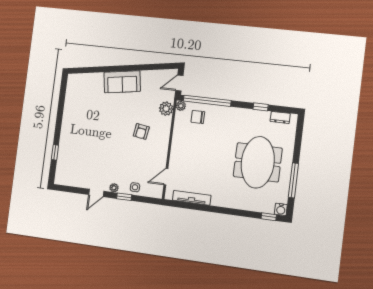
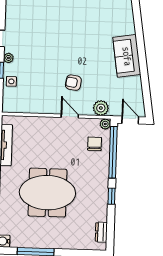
window: (261, 107) -> (112, 196), moved
meeting table: (258, 162) -> (47, 193), moved
door: (166, 177) -> (70, 116), moved

